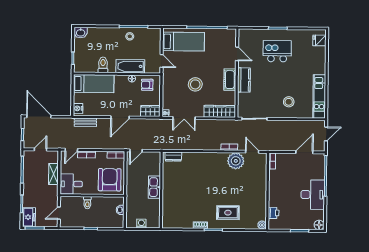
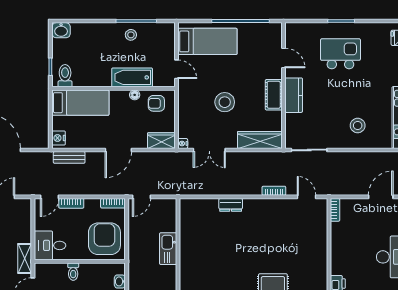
toilet: (103, 65) -> (65, 76), moved
dresser: (173, 157) -> (231, 205), moved
plant: (236, 161) -> (283, 210), removed
shelving: (53, 174) -> (25, 258), moved

